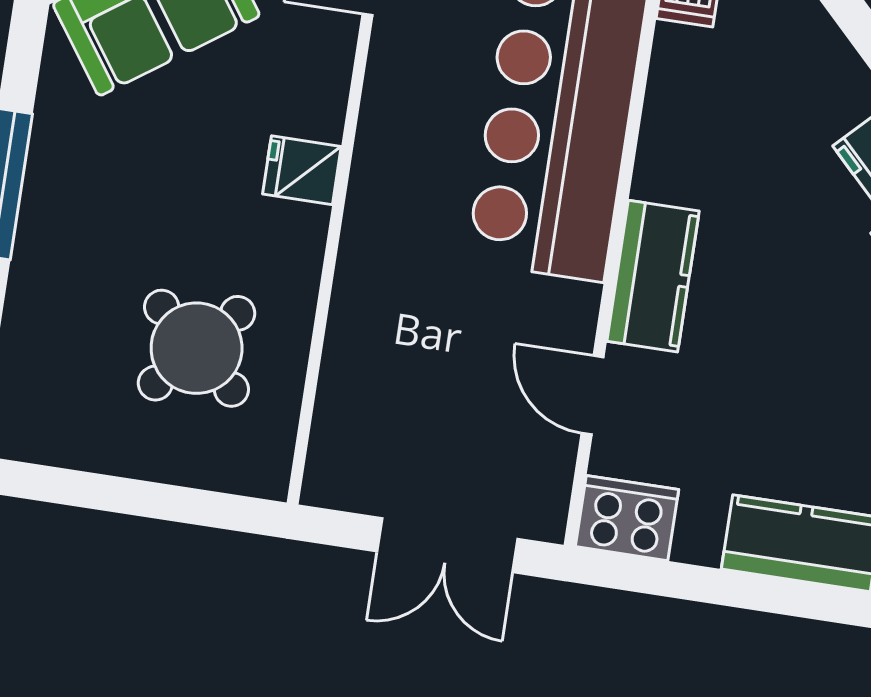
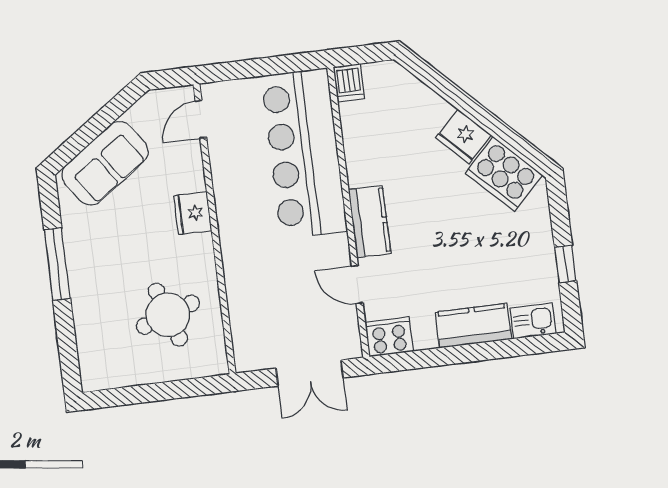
fridge: (302, 170) -> (193, 213), width x1.38
round table: (197, 348) -> (168, 315), turned 30

